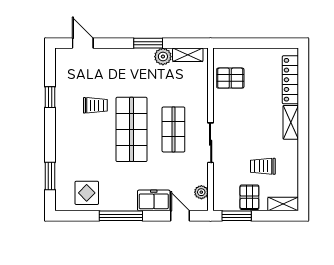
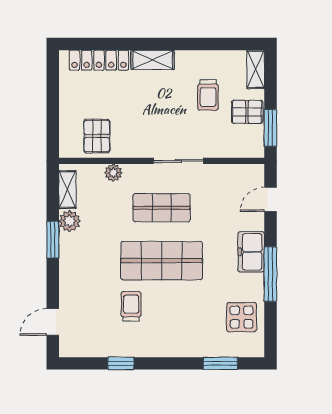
plant: (201, 192) -> (113, 173), moved
freezer: (154, 200) -> (251, 252), moved

